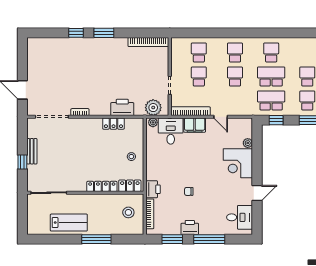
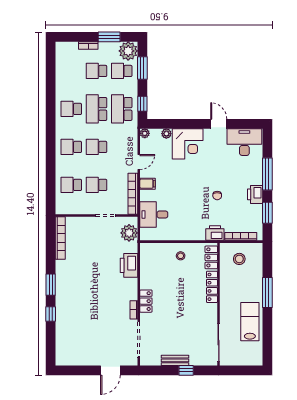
plant: (153, 122) -> (145, 133), moved
locker: (113, 124) -> (146, 301), moved
filing cabinet: (195, 125) -> (148, 184), width x0.50
desk: (240, 217) -> (244, 142), width x1.37

